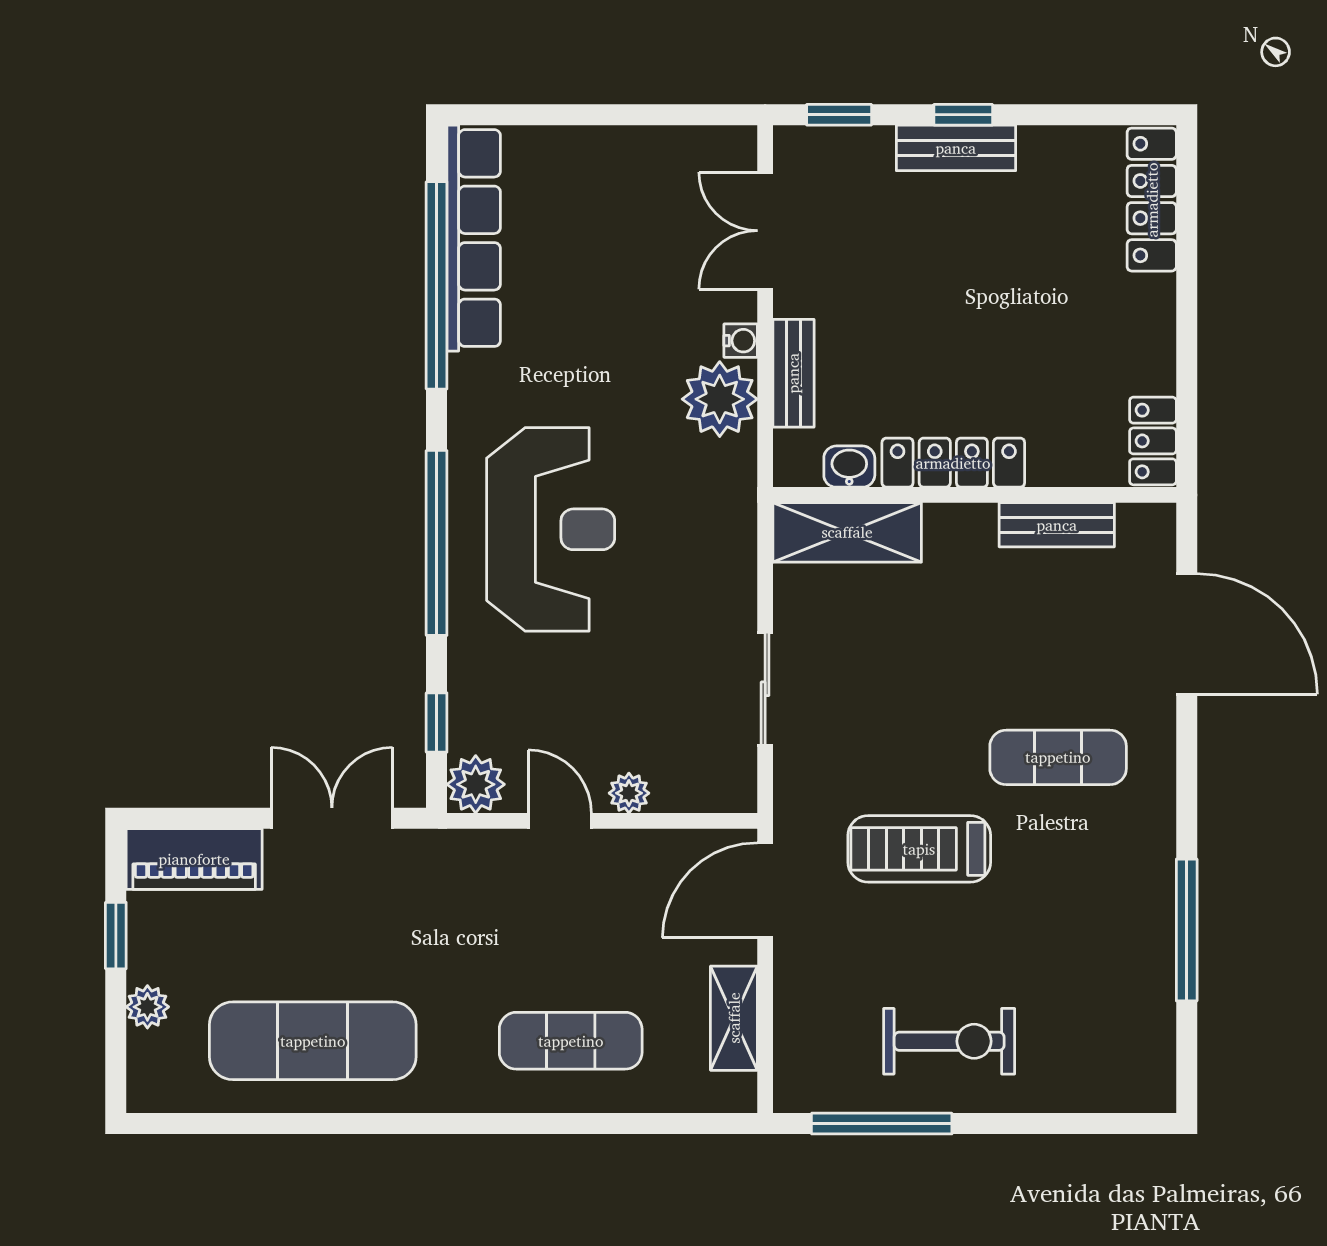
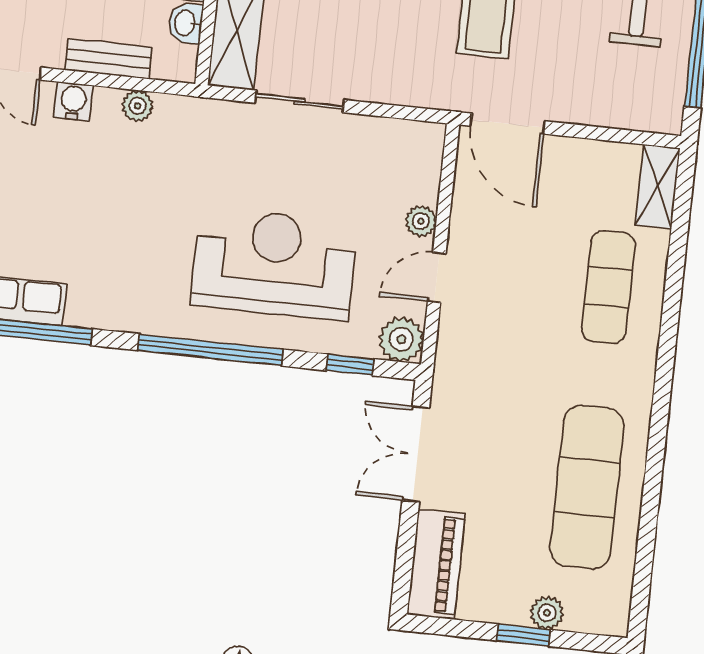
water cooler: (741, 341) -> (73, 101), width x1.38, depth x1.38
plant: (720, 399) -> (138, 106), width x0.53, depth x0.53
reception desk: (551, 529) -> (274, 264), moved
sliding door: (765, 689) -> (300, 101), moved
window: (116, 936) -> (523, 635), moved
shelving: (734, 1018) -> (658, 187), moved, turned 90

